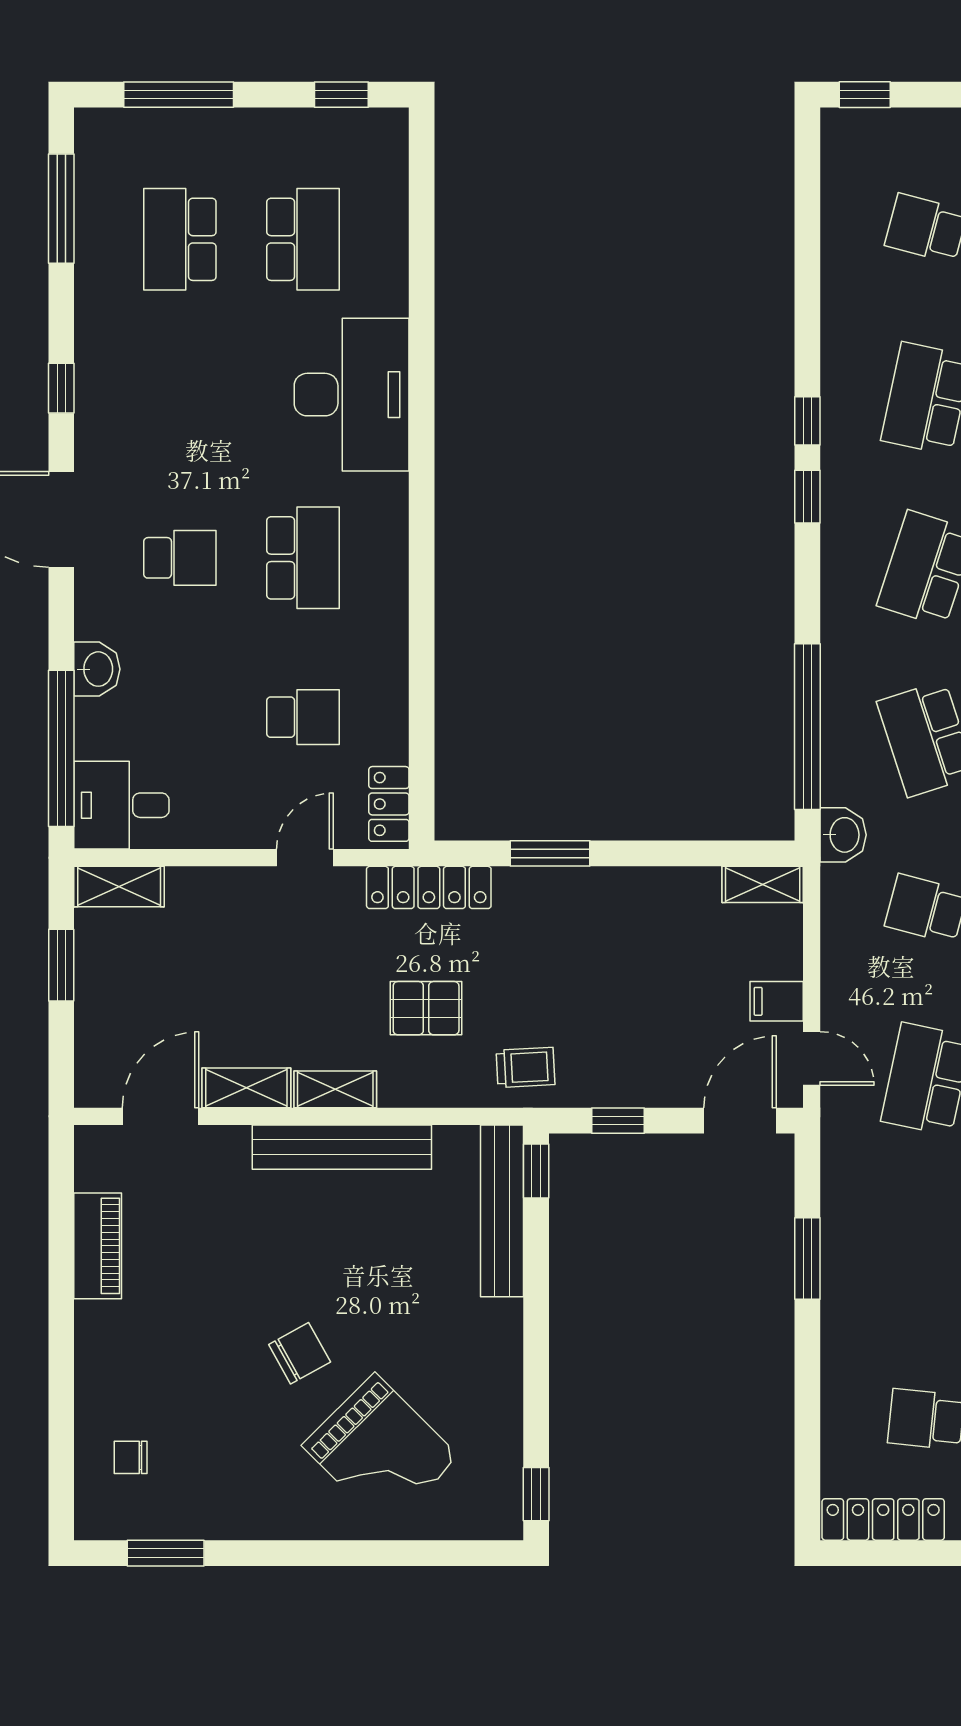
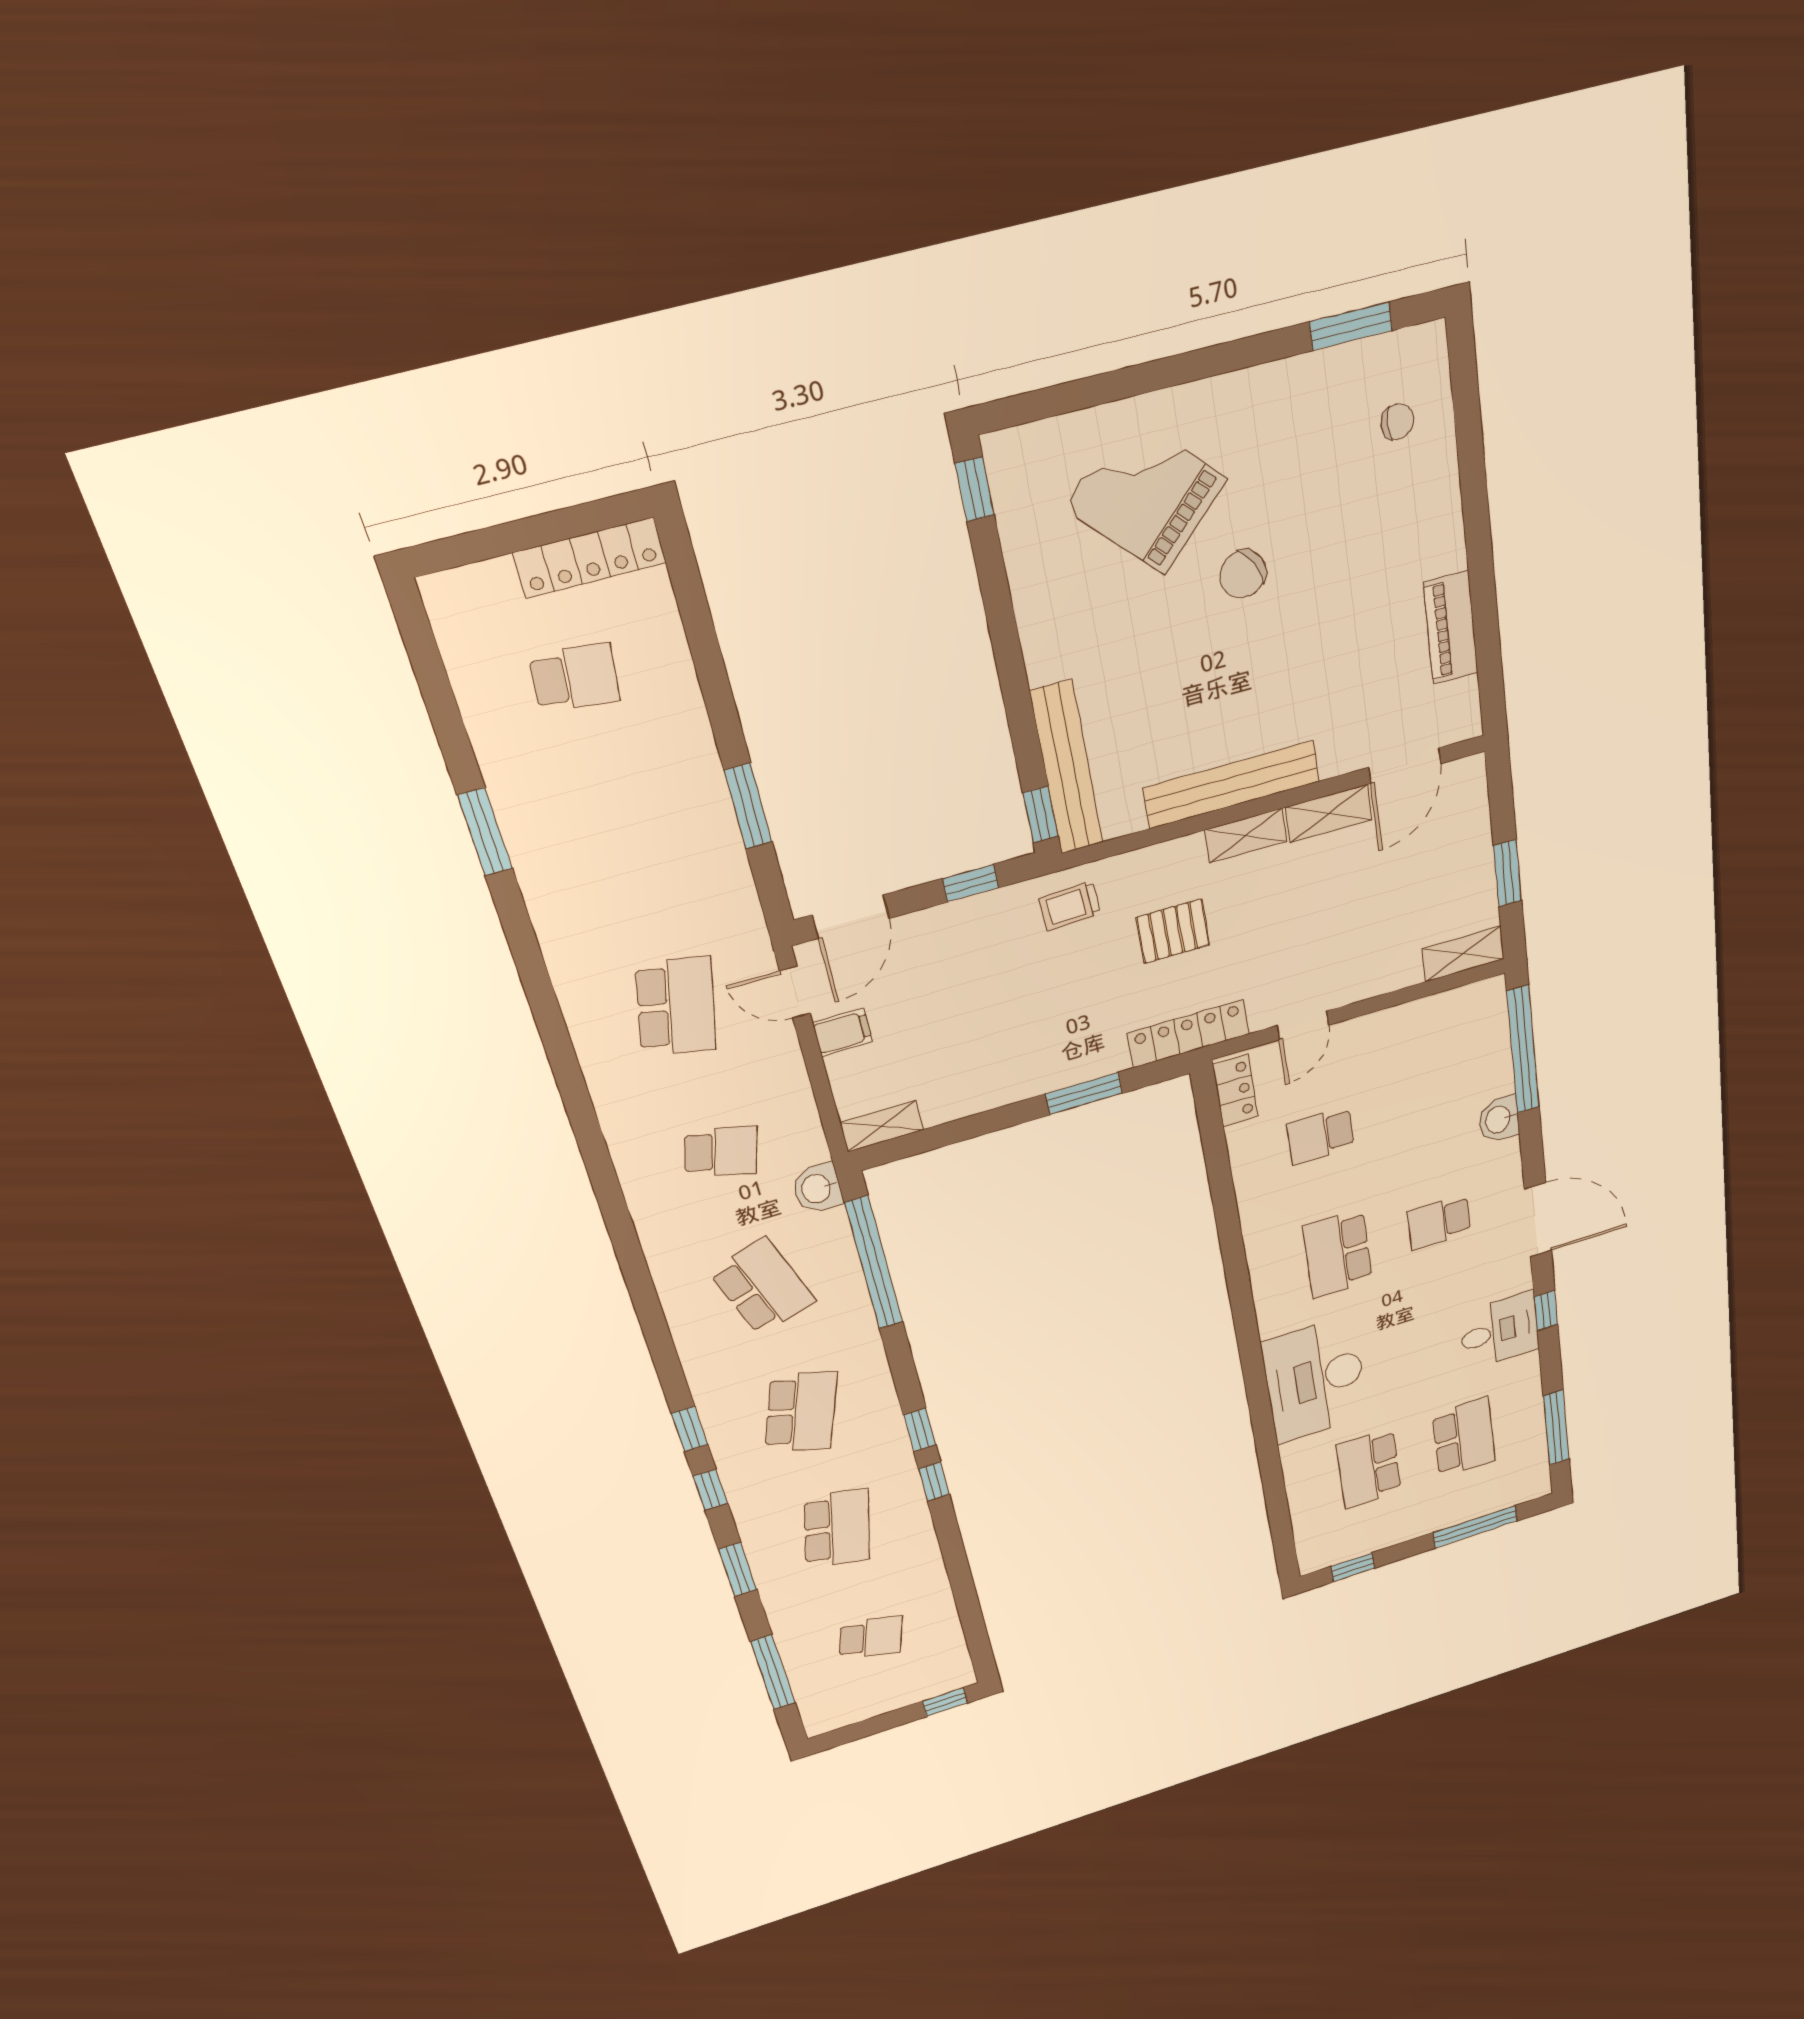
desk: (121, 805) -> (1499, 1331), moved

